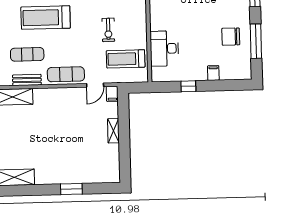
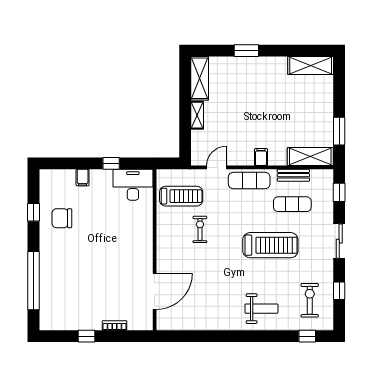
chair: (231, 37) -> (62, 218), turned 180
window: (256, 41) -> (33, 212), width x0.46
desk: (164, 49) -> (133, 185), moved, turned -90
filing cabinet: (112, 94) -> (261, 157), moved
shelving: (112, 164) -> (200, 78), added

